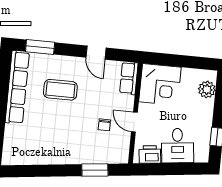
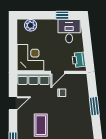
row of seats: (129, 78) -> (33, 79), width x1.48
desk: (178, 146) -> (69, 31), moved, turned -83
window: (95, 170) -> (94, 106), moved

